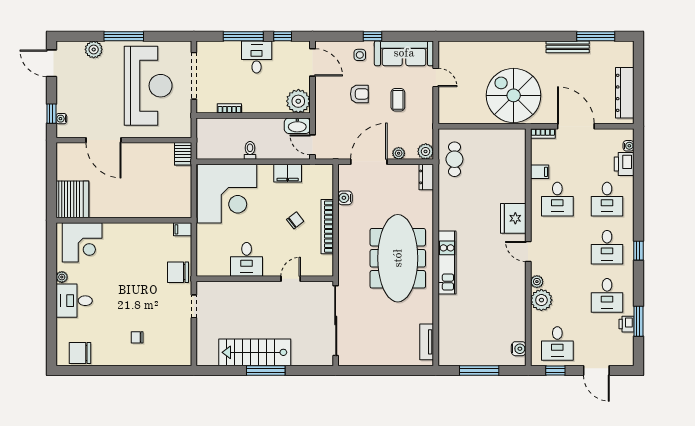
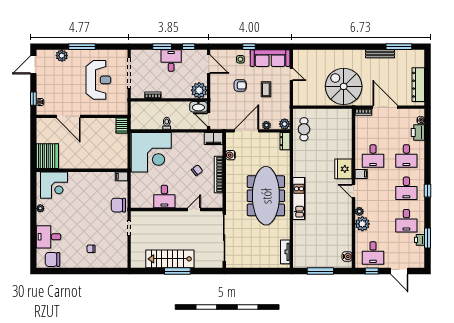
window: (243, 36) -> (162, 47), width x0.69
door: (51, 63) -> (33, 65), hinge flipped
reception desk: (148, 86) -> (98, 80), width x0.74, depth x0.77
filing cabinet: (540, 172) -> (361, 174), moved
filing cabinet: (288, 173) -> (213, 139), moved
desk: (74, 301) -> (49, 237), moved

